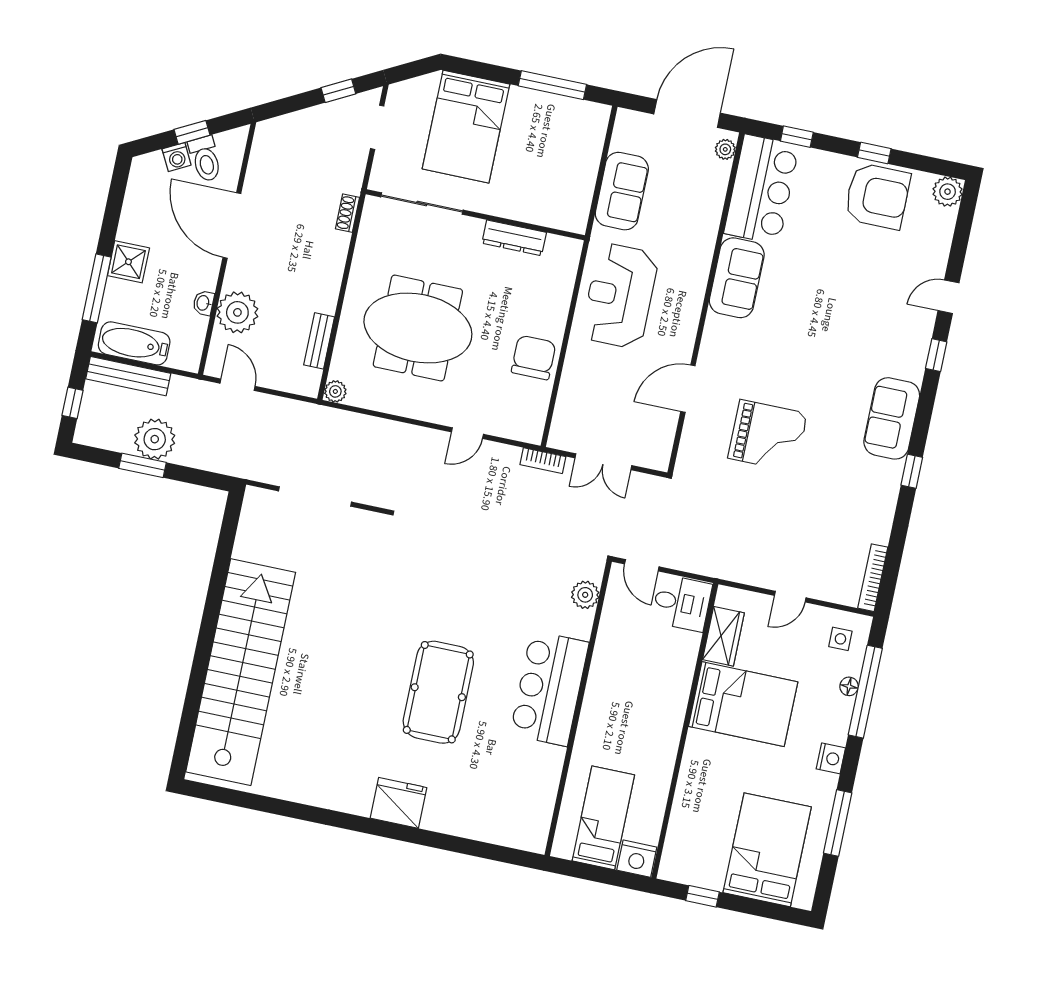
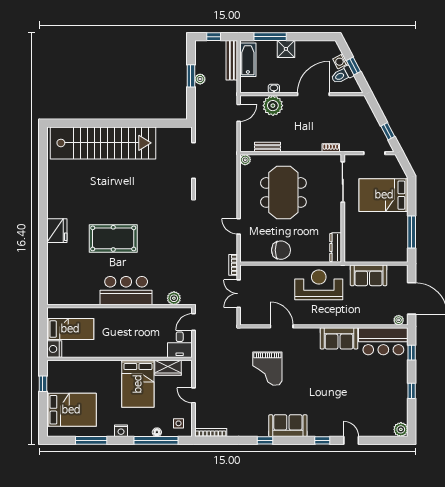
armchair: (877, 196) -> (392, 397), removed
dresser: (514, 238) -> (336, 247), moved
plant: (155, 439) -> (200, 79), width x0.53, depth x0.53

